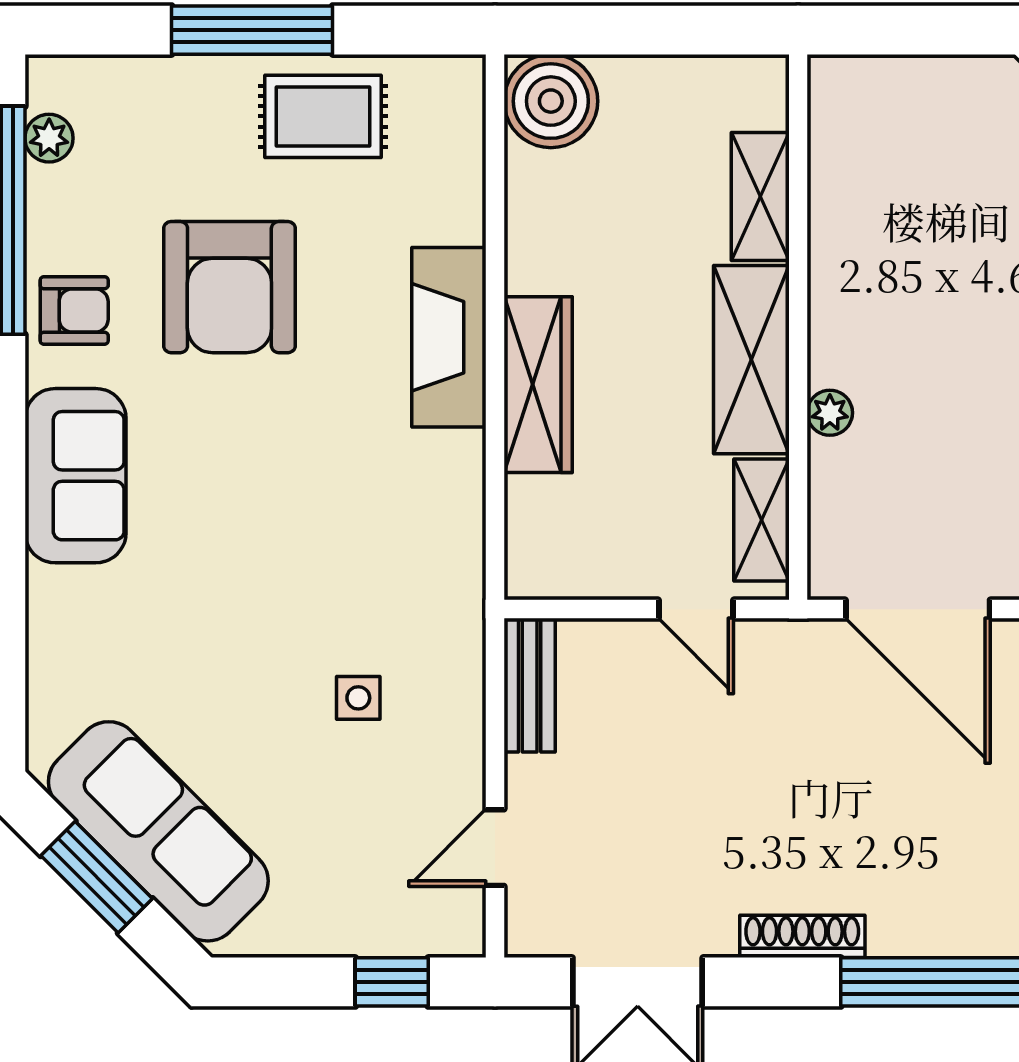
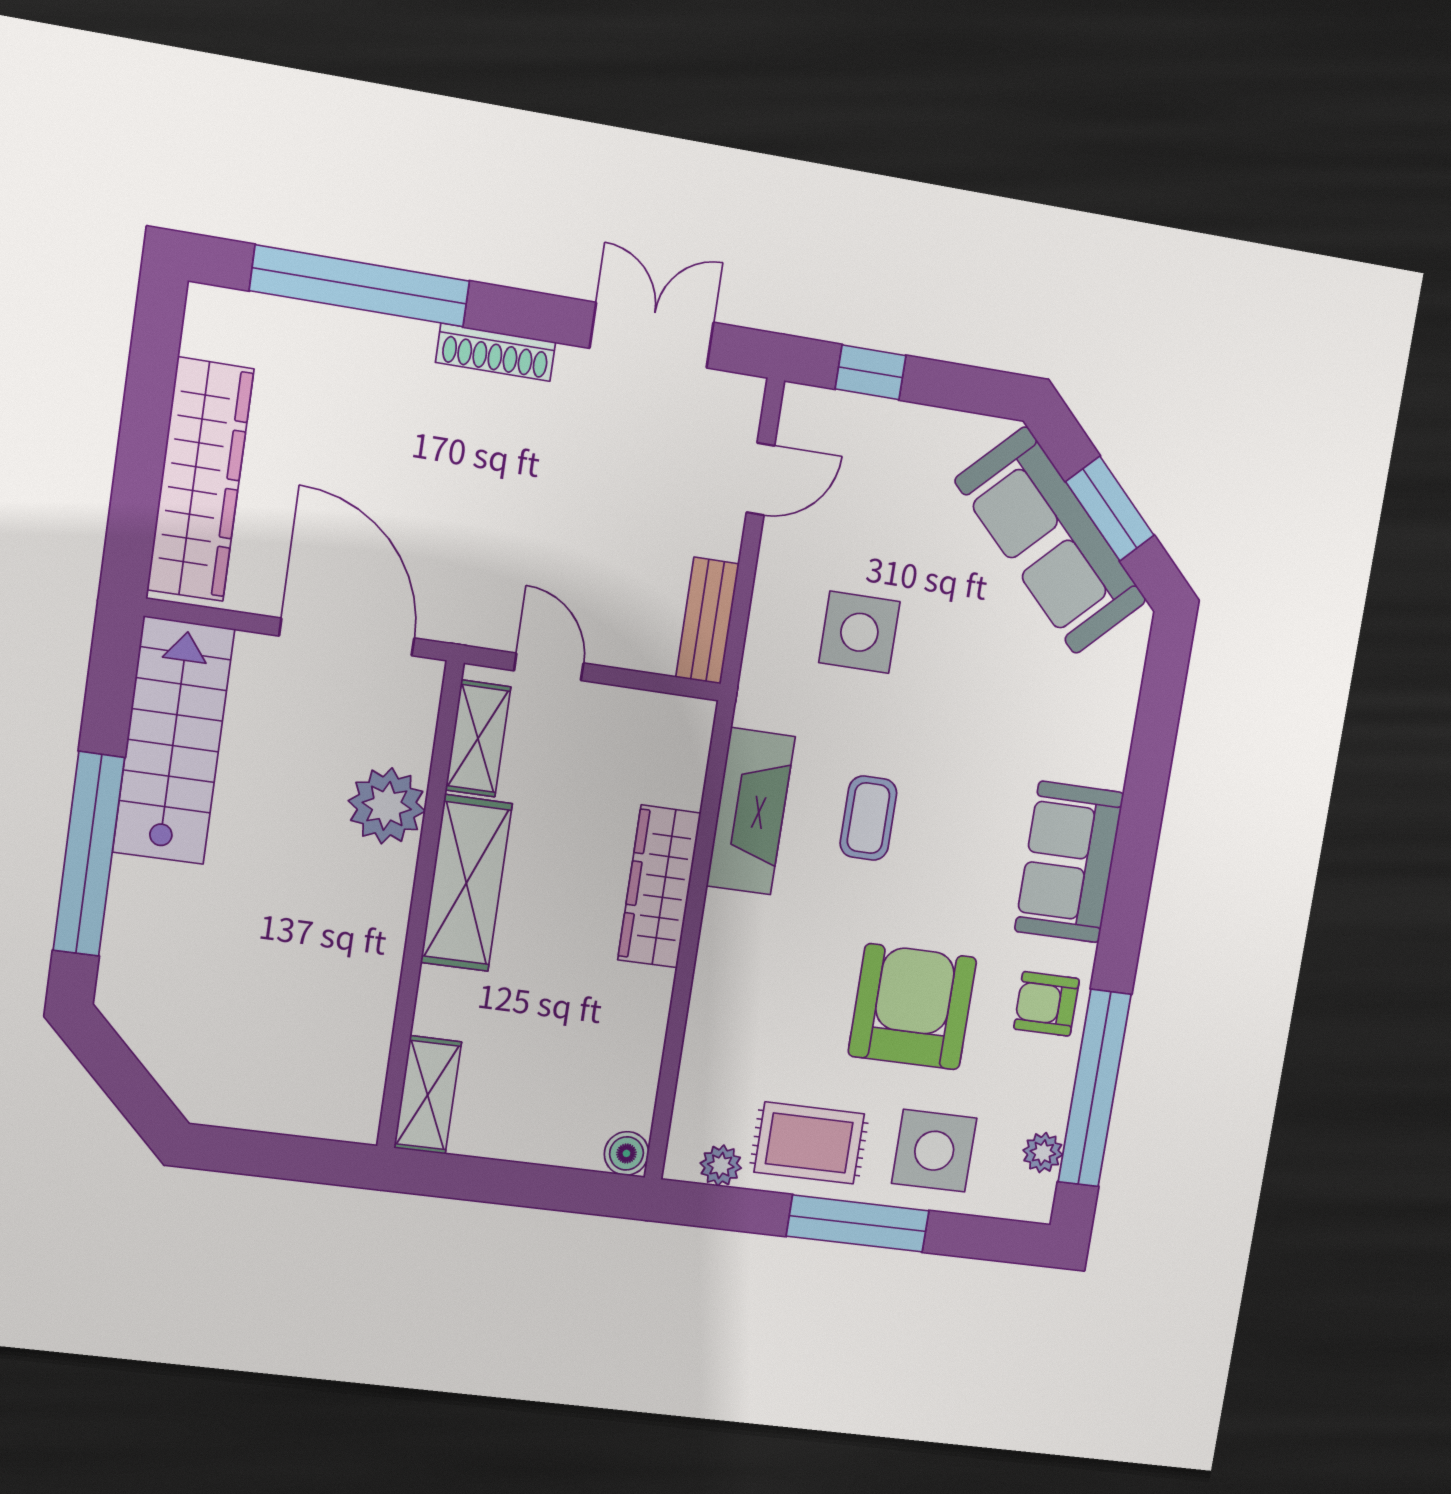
plant: (420, 78) -> (721, 1166), added
boiler: (551, 101) -> (626, 1153), width x0.54, depth x0.54
side table: (177, 125) -> (934, 1151), added
shelving: (760, 196) -> (428, 1095), moved
fireplace: (449, 337) -> (751, 811), moved
plant: (830, 413) -> (387, 806), width x1.88, depth x1.88
coffee table: (315, 493) -> (868, 818), added
side table: (358, 698) -> (859, 632), width x1.87, depth x1.87

